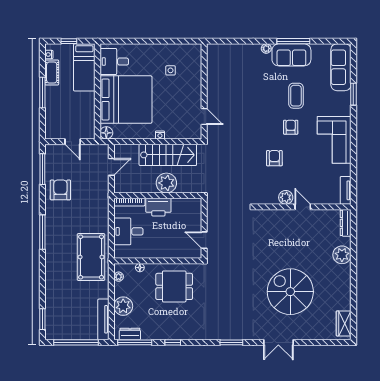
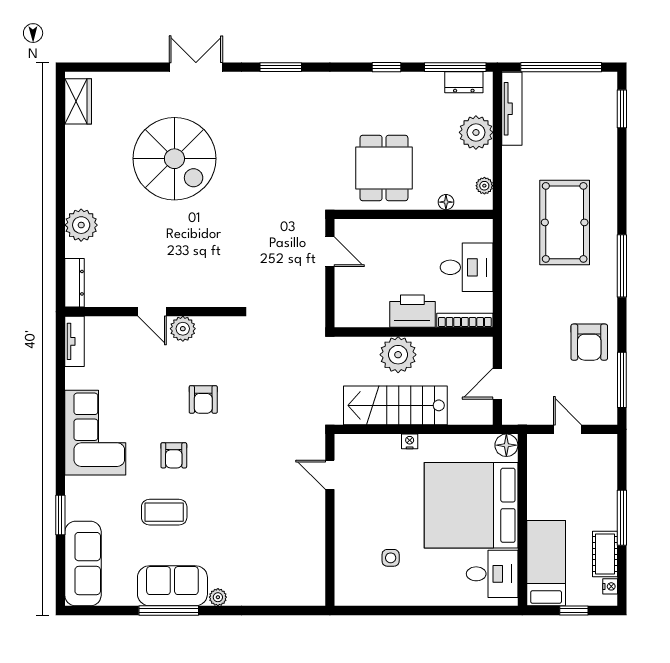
coffee table: (296, 96) -> (164, 512), turned 90
pool table: (91, 257) -> (565, 222), moved
dining table: (174, 286) -> (384, 168), turned 90

